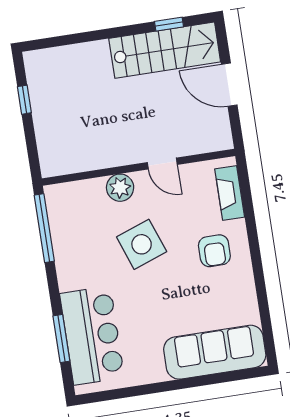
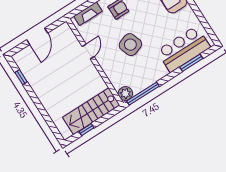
stairs: (165, 50) -> (91, 111), moved, turned -90
plant: (120, 188) -> (125, 93), moved

